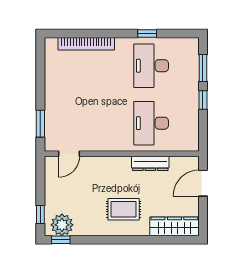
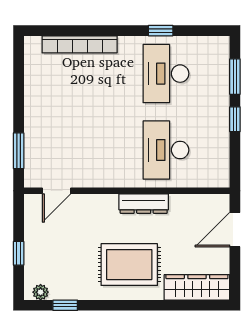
dresser: (150, 163) -> (144, 204), moved
rug: (124, 209) -> (129, 265), width x1.36, depth x1.43
window: (40, 215) -> (19, 253), moved
plant: (62, 225) -> (41, 292), width x0.53, depth x0.53
window: (61, 240) -> (65, 305), moved

